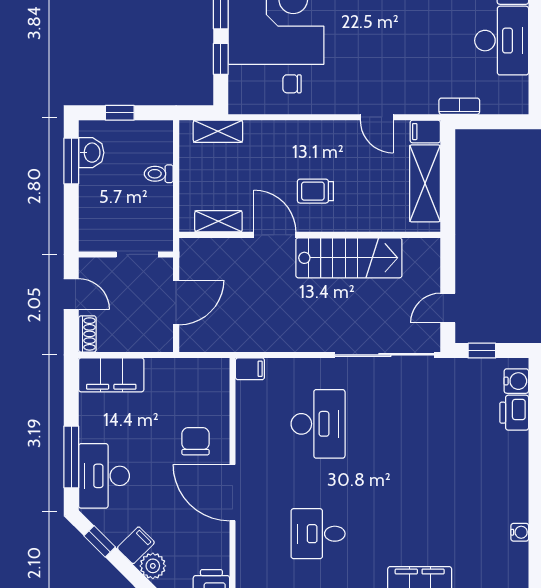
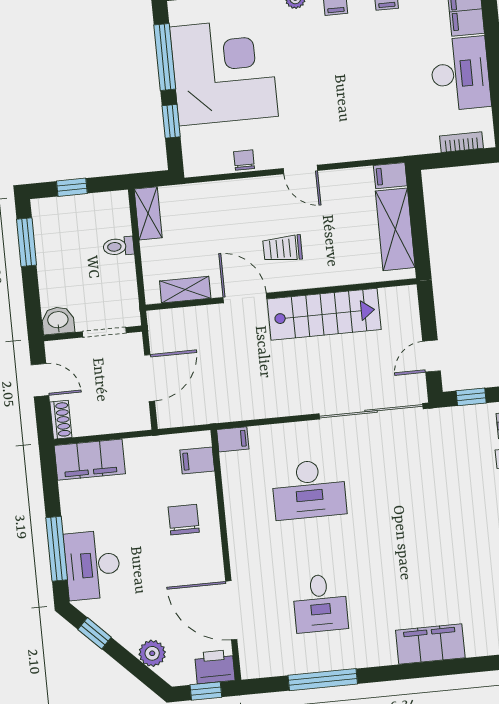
chair: (292, 84) -> (244, 160), moved, turned 90
bookcase: (459, 106) -> (461, 142), moved
door: (377, 117) -> (300, 169), moved
shelving: (218, 131) -> (148, 213), moved, turned 90
washbasin: (91, 153) -> (58, 320), moved, turned -90
desk: (318, 424) -> (309, 489), turned 90
door: (233, 493) -> (231, 610), moved
desk: (318, 534) -> (320, 603), turned -90
filing cabinet: (136, 545) -> (197, 460), moved, turned -135

